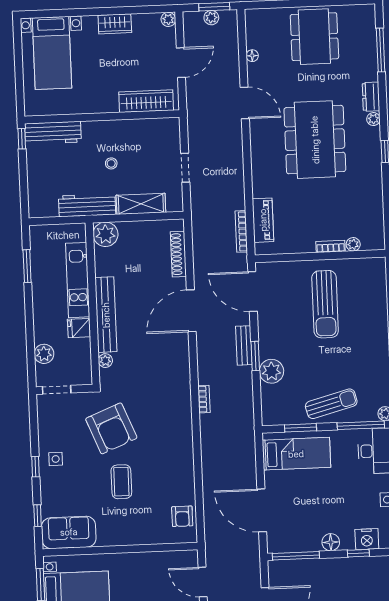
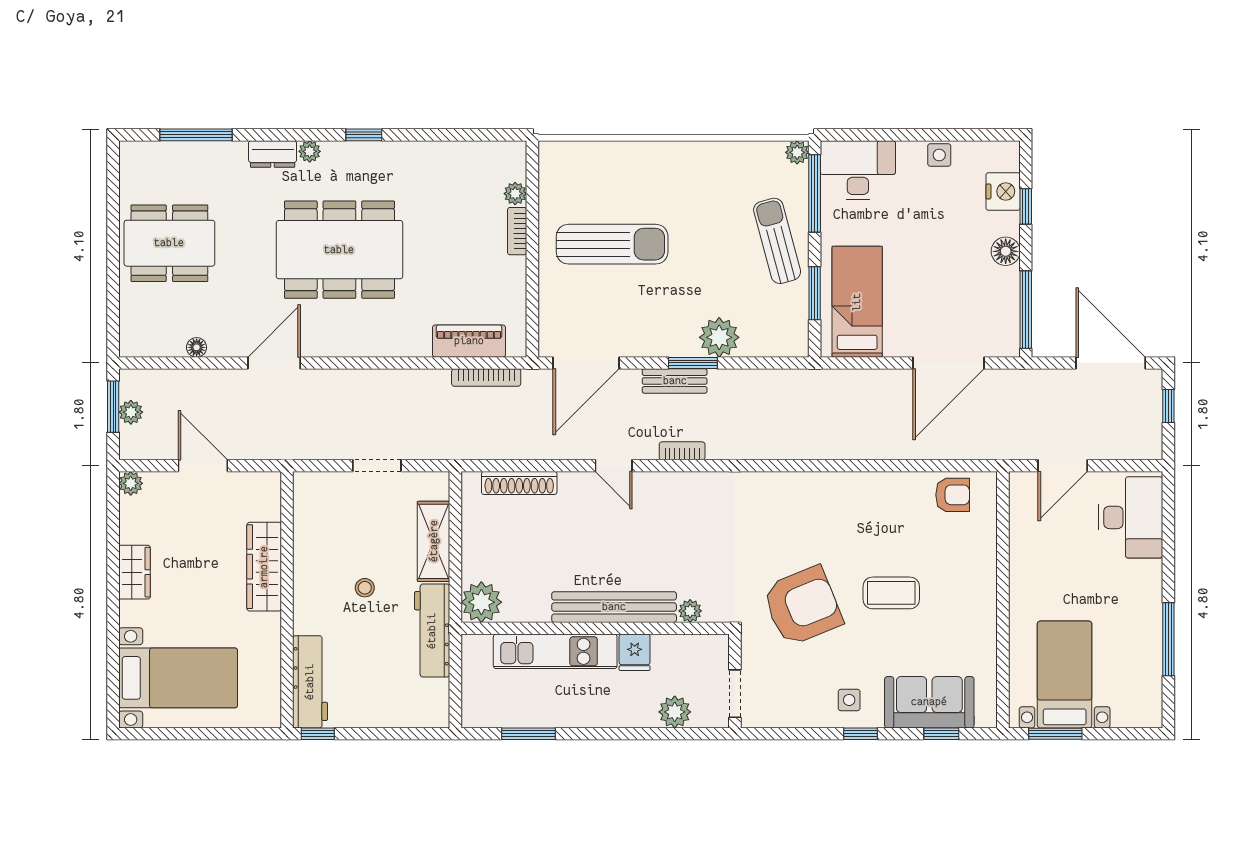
wardrobe: (146, 101) -> (264, 567), moved
door: (191, 311) -> (614, 466), width x0.53
bookcase: (204, 399) -> (682, 451), moved
sofa: (69, 532) -> (929, 702), moved, turned 90

